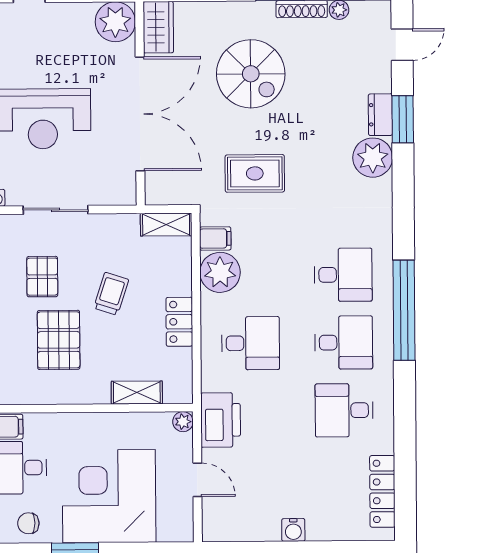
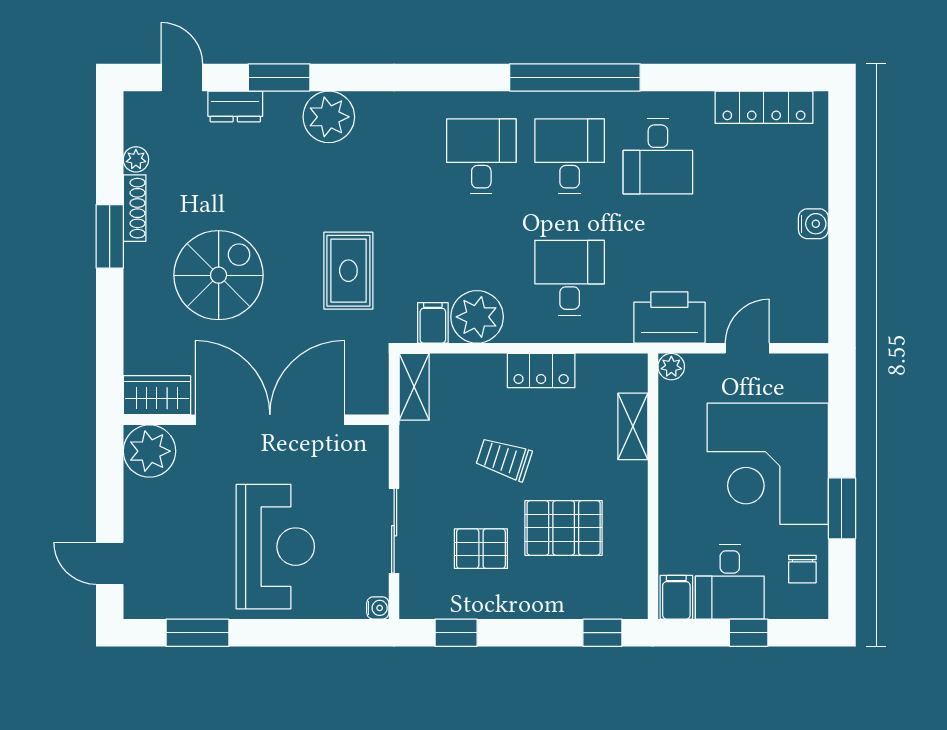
dresser: (380, 115) -> (235, 106), moved
window: (404, 310) -> (575, 77), moved

